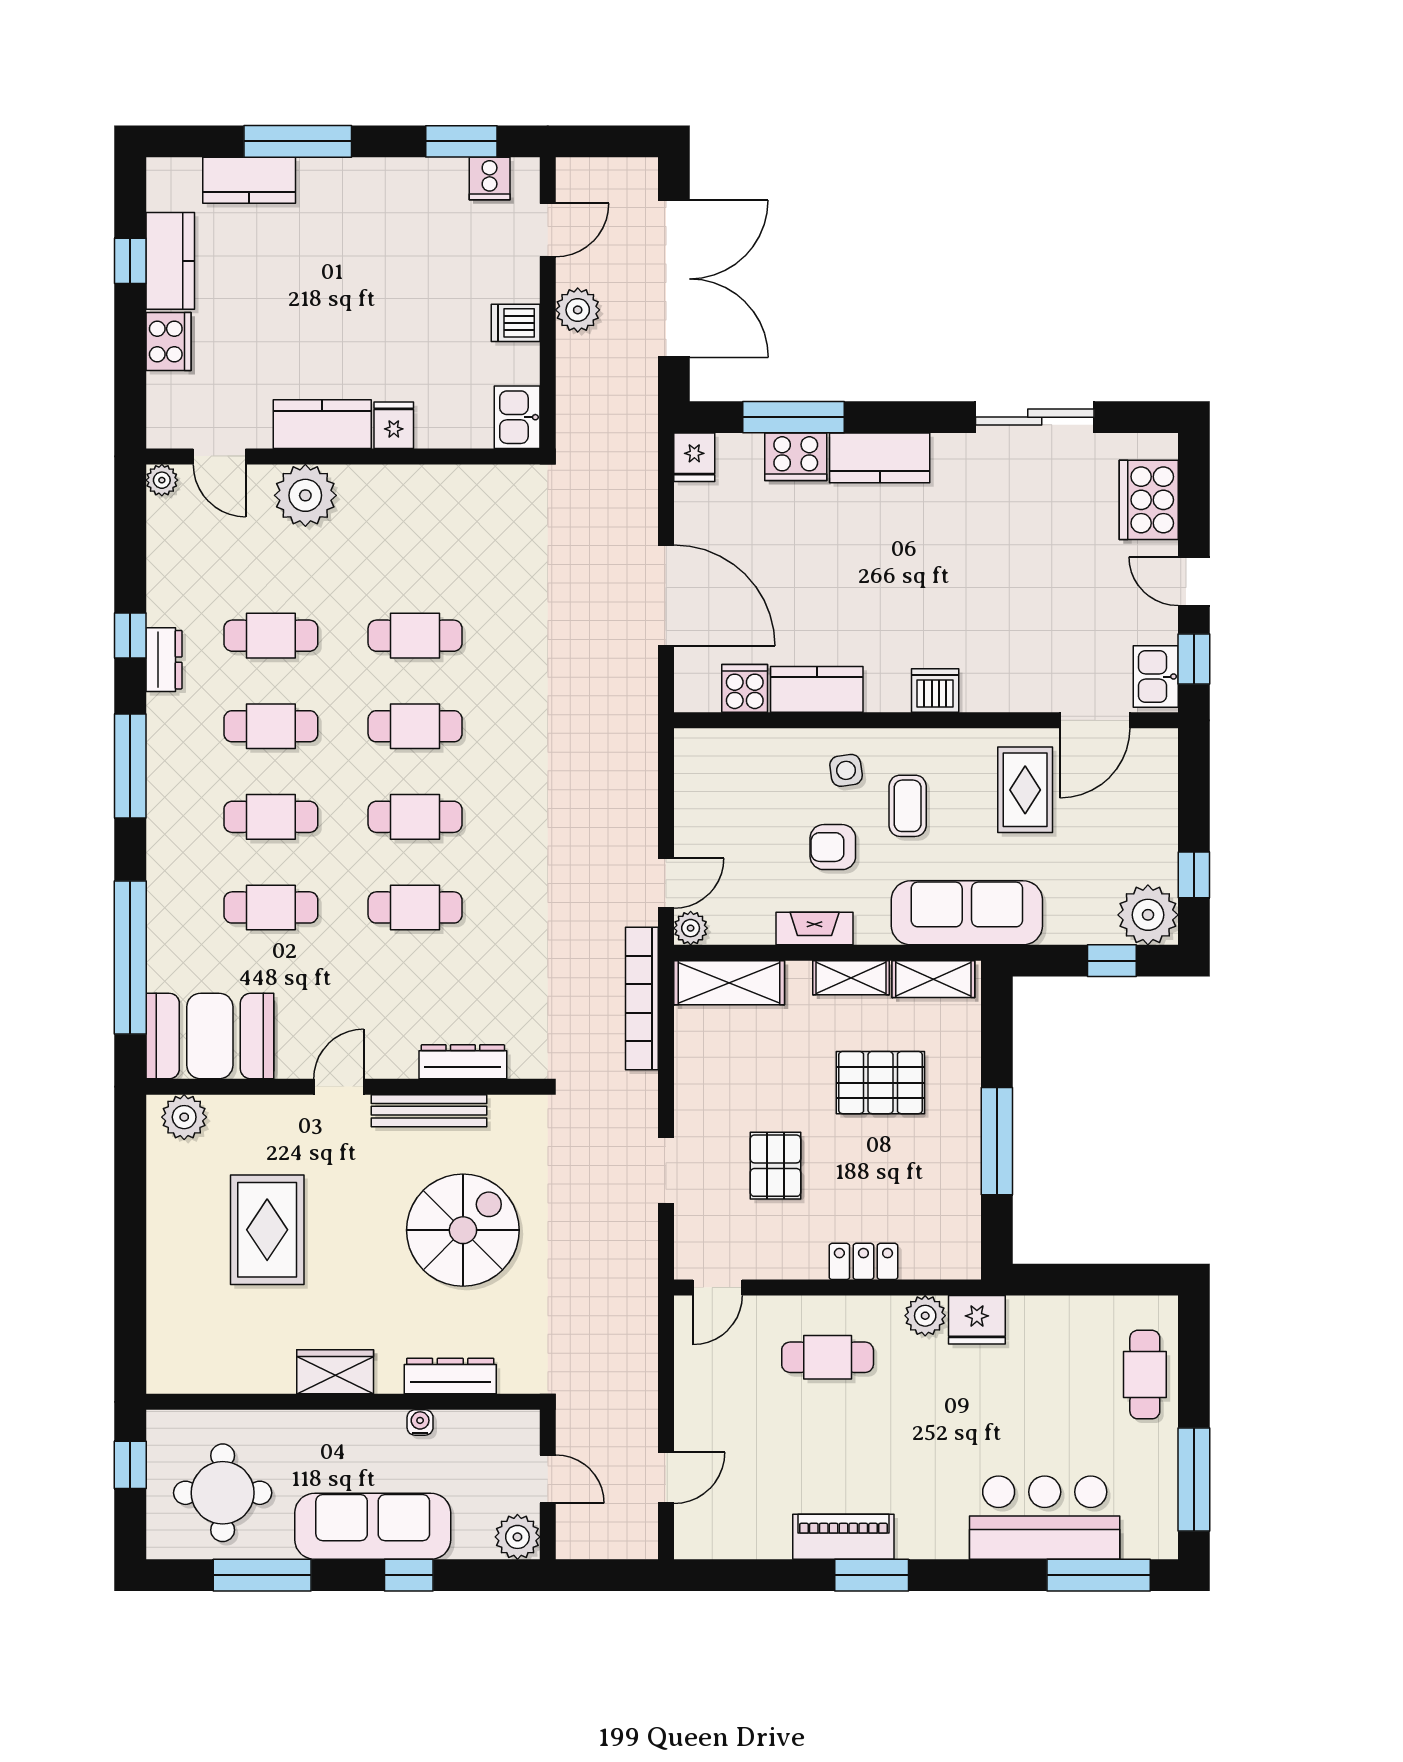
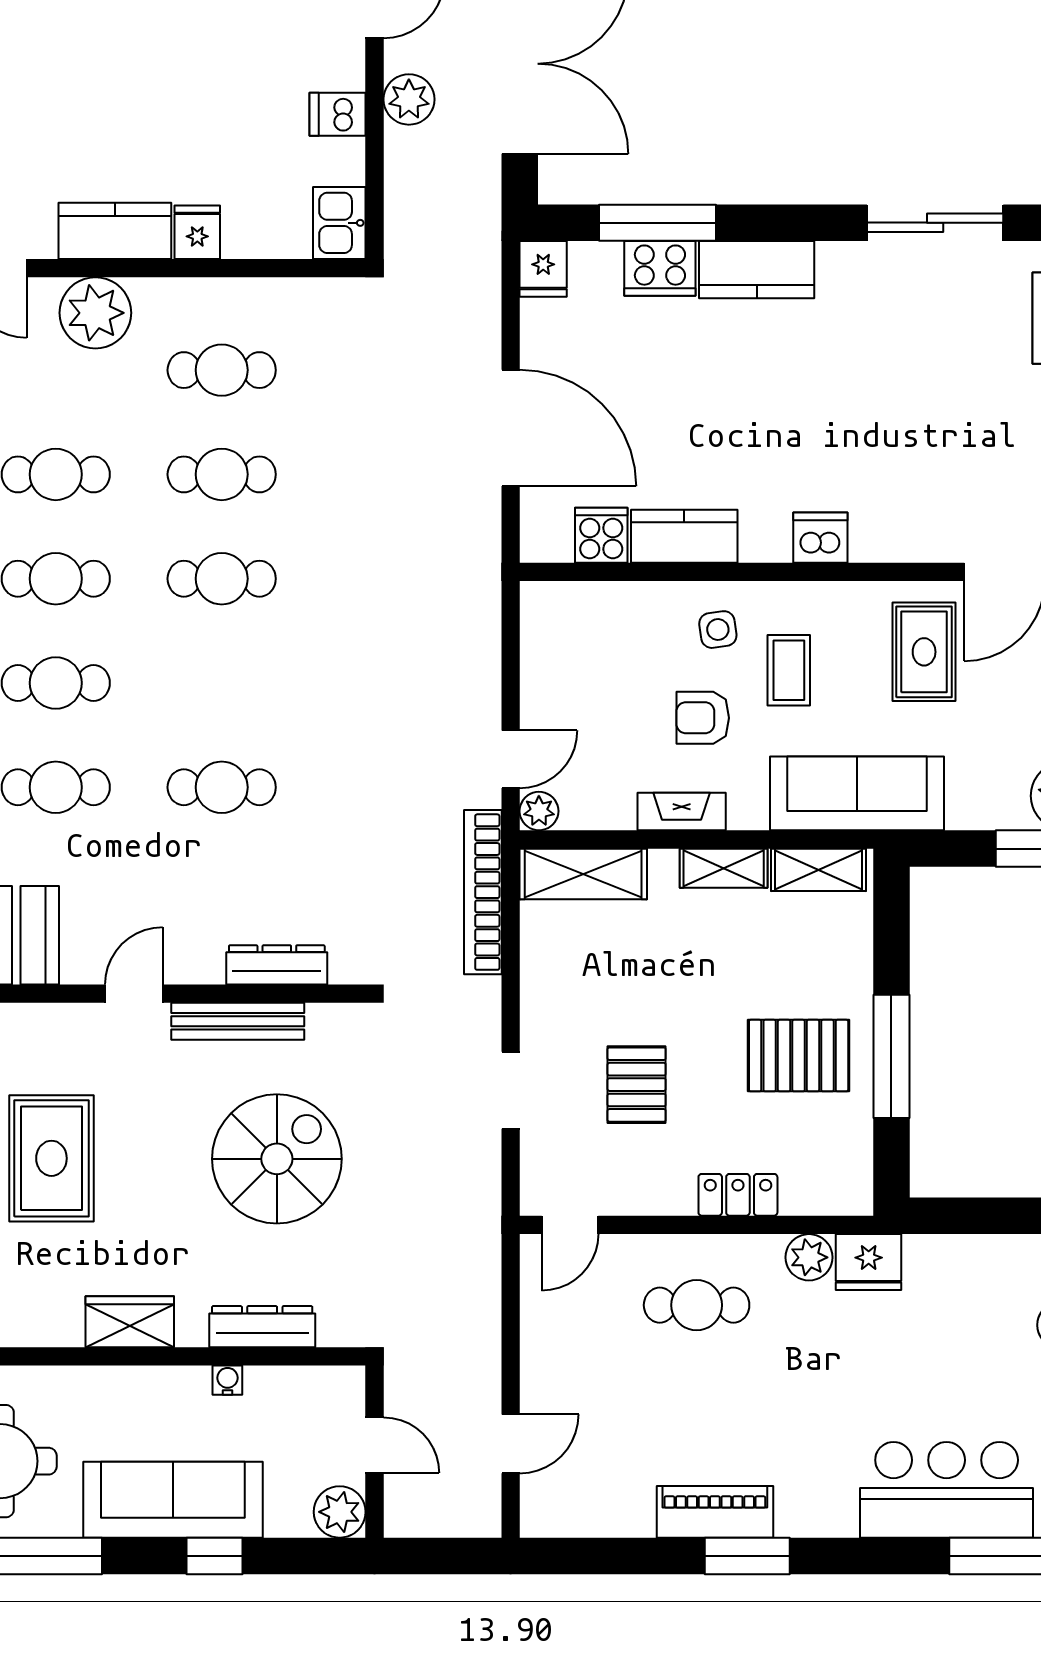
cafe table: (415, 817) -> (222, 370), moved
pallet: (880, 1083) -> (799, 1056), moved

